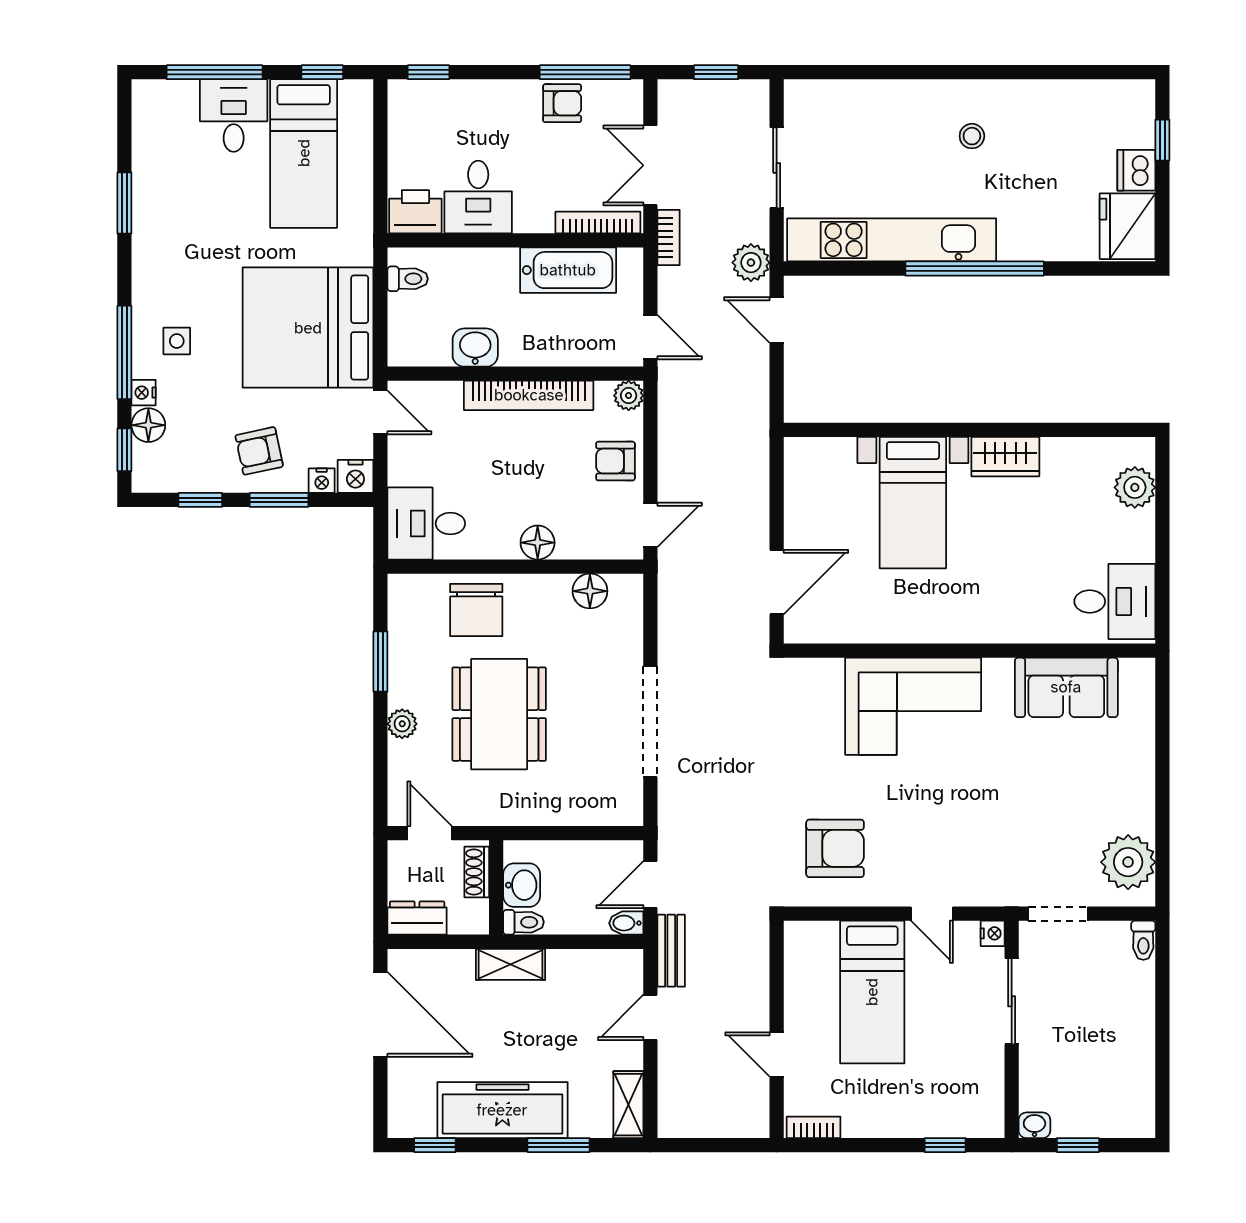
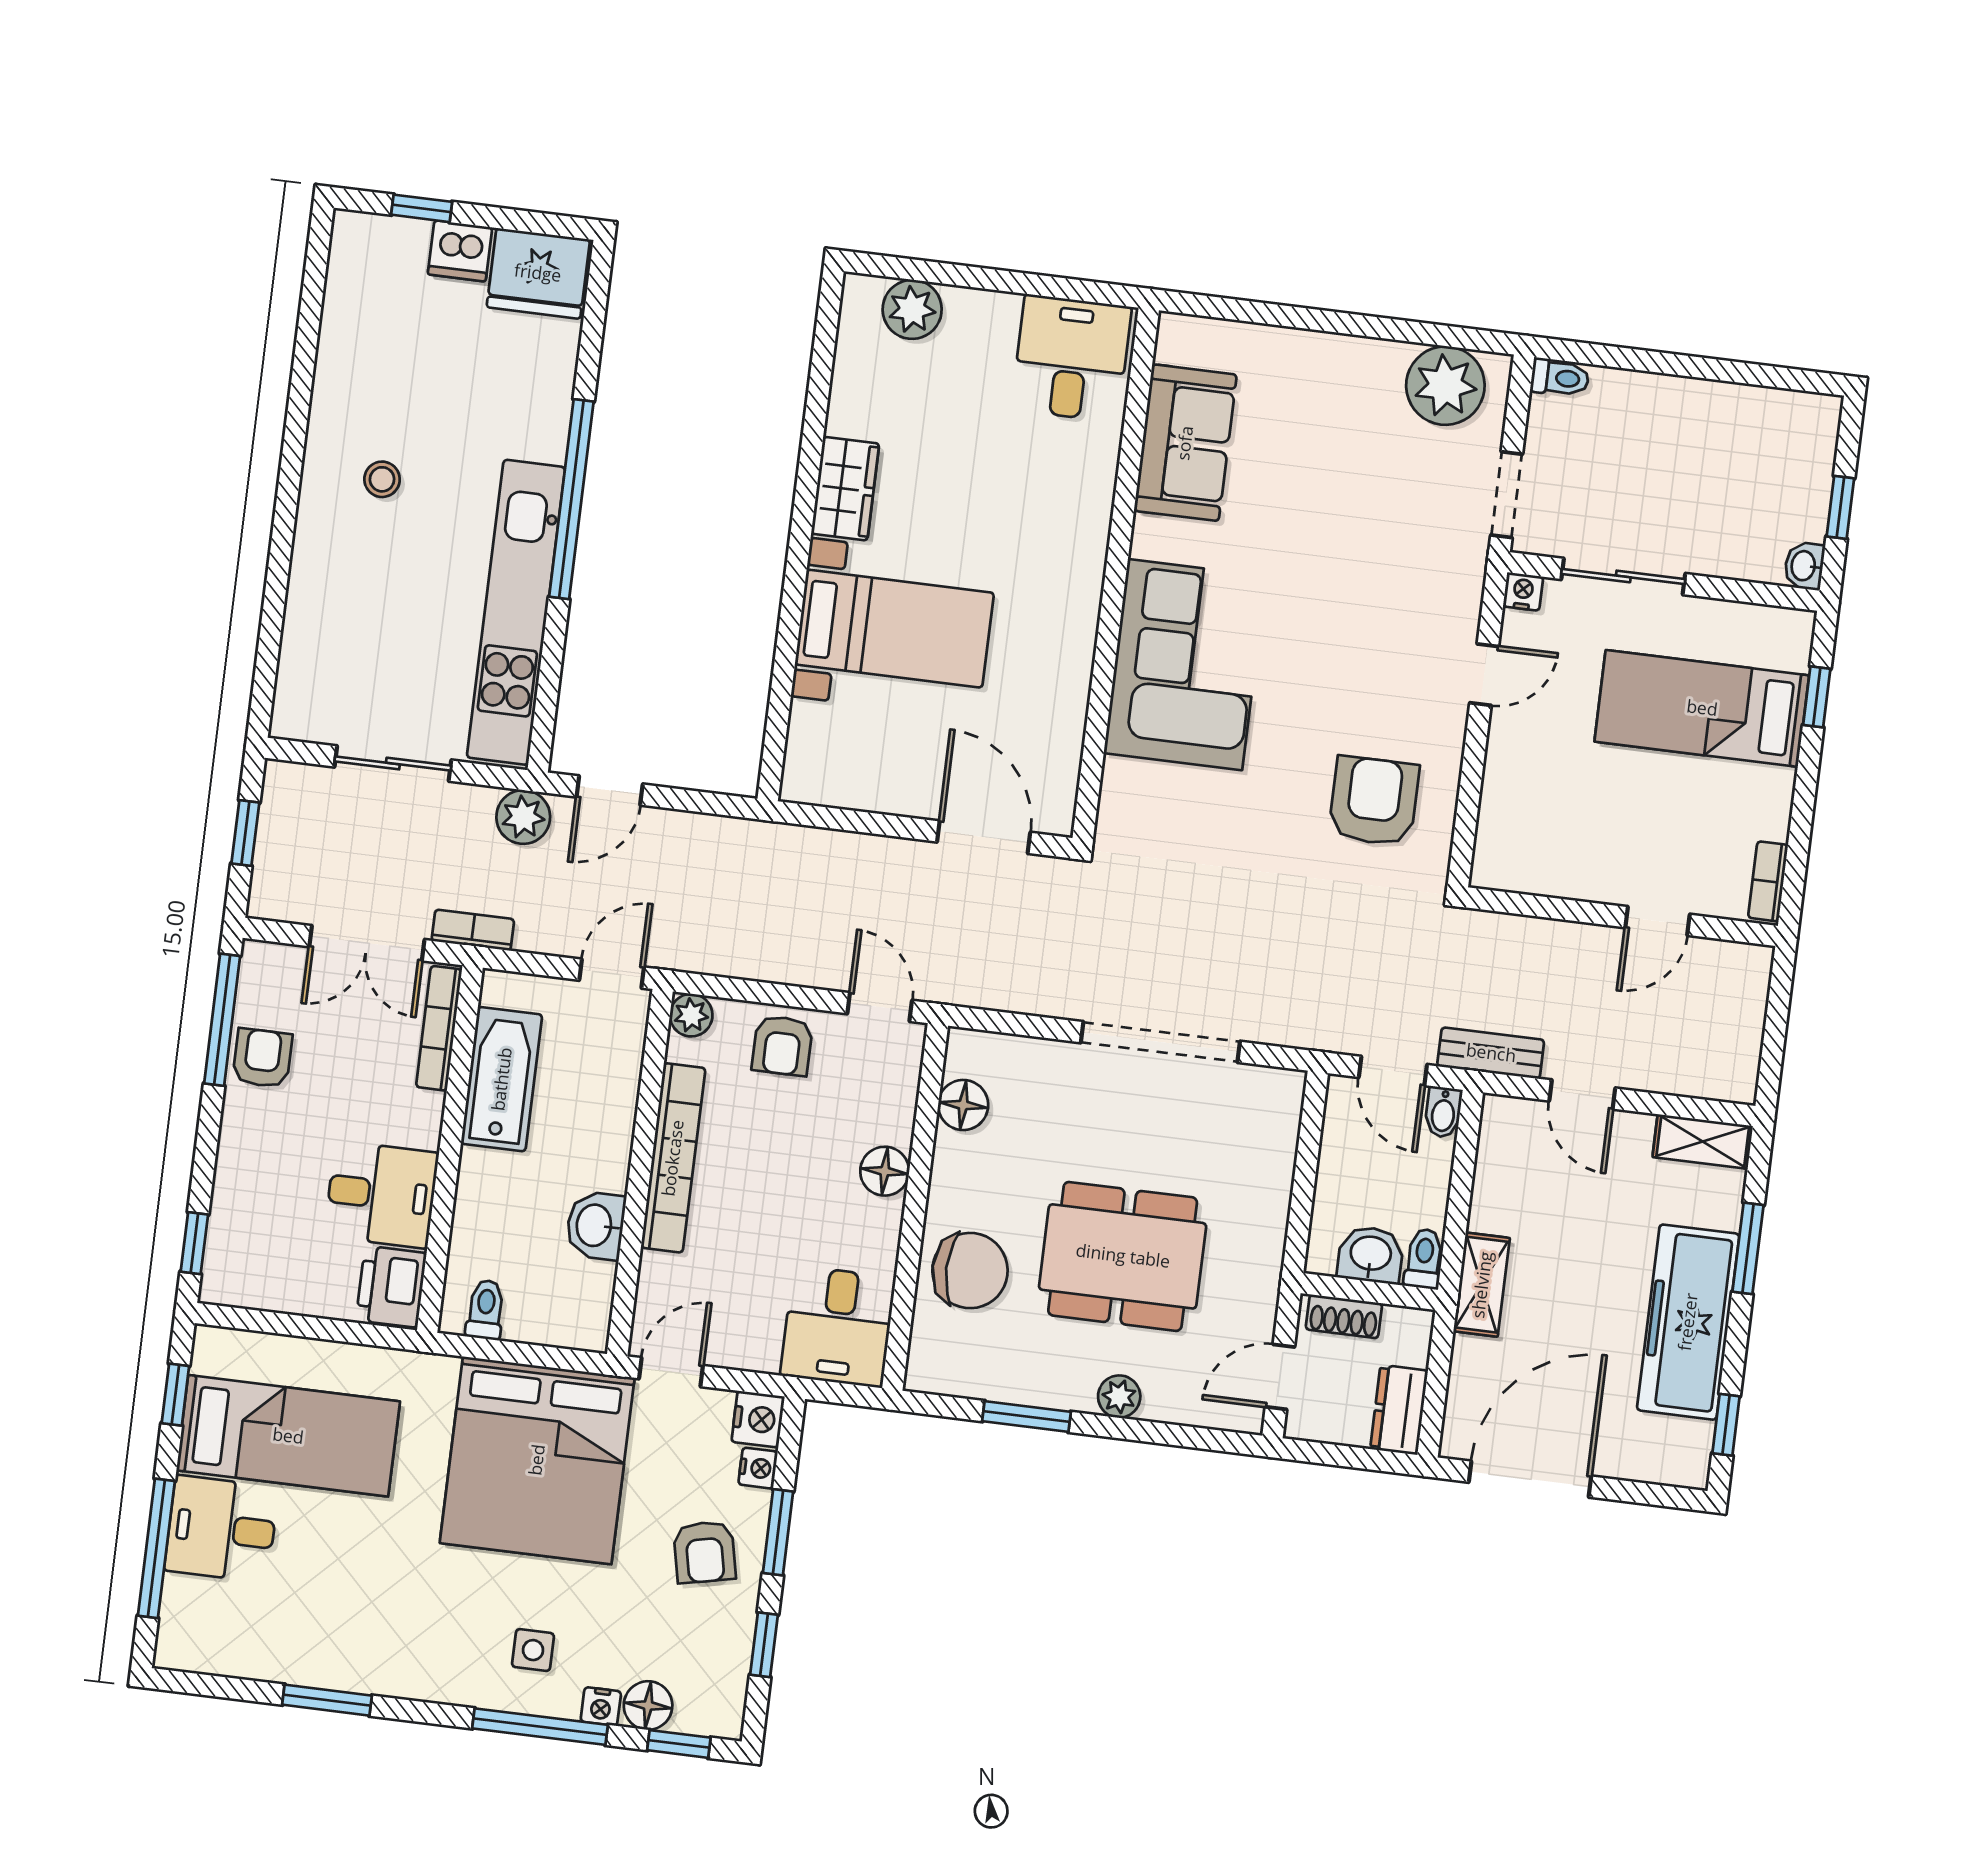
bed: (872, 992) -> (1702, 708), moved, turned 180

